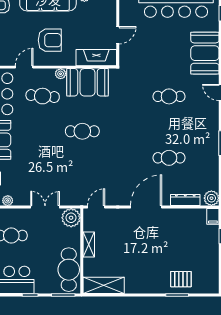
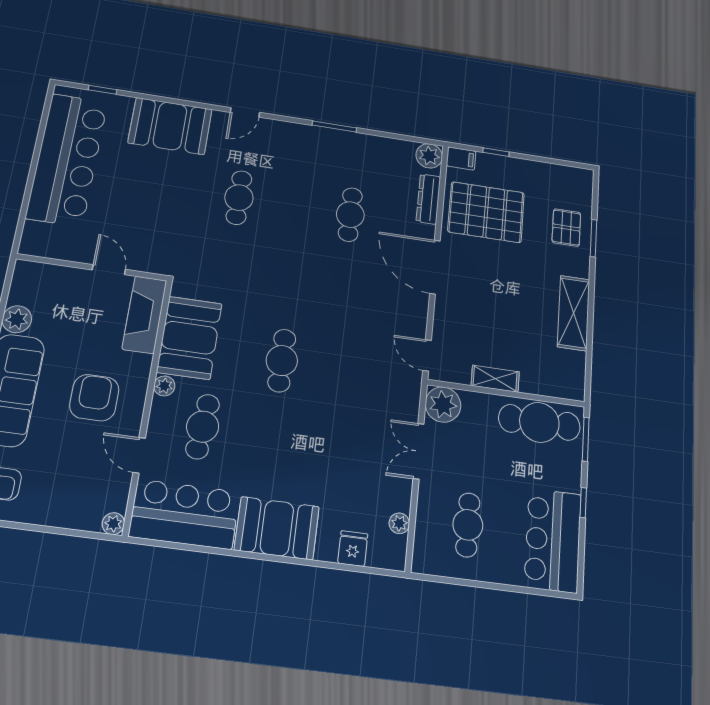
pallet: (183, 233) -> (486, 212), added
shelving: (104, 285) -> (574, 313), moved

